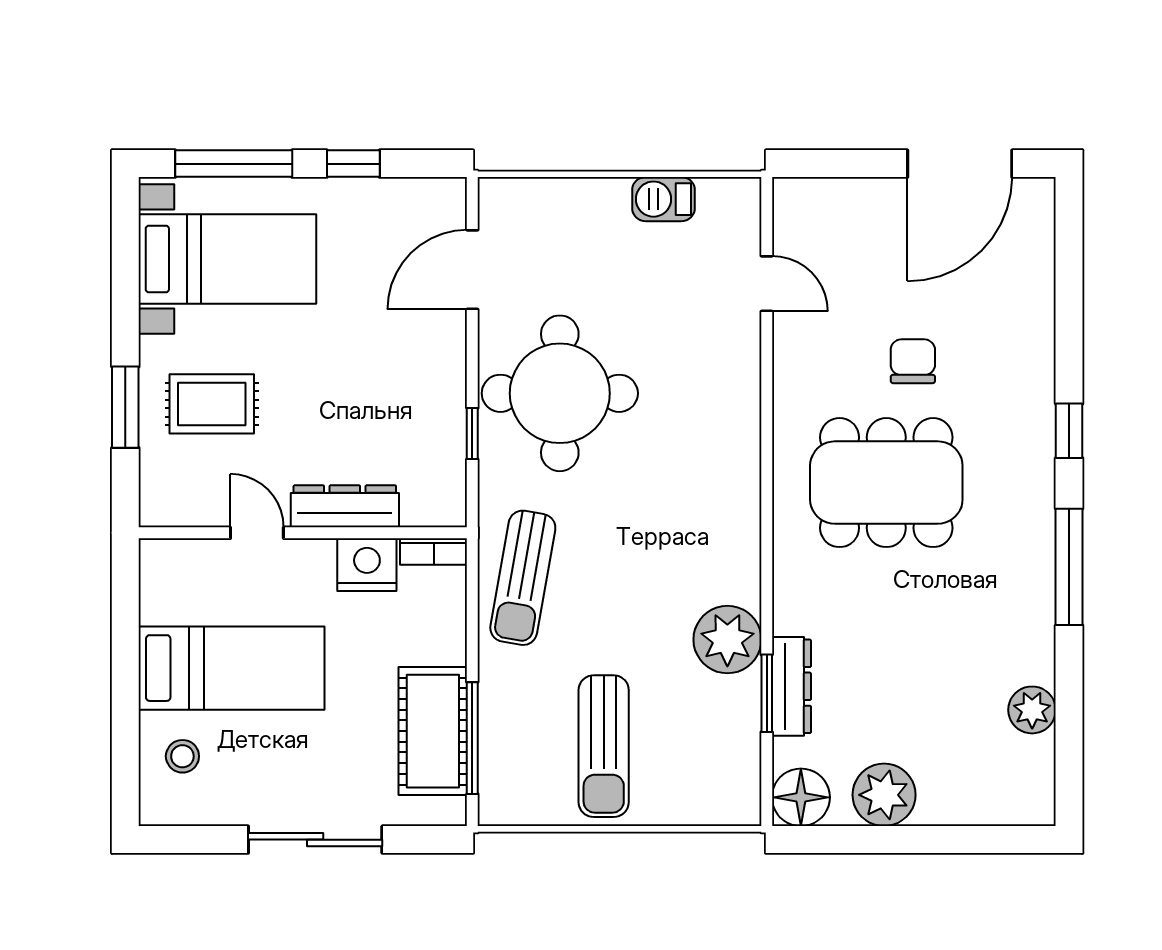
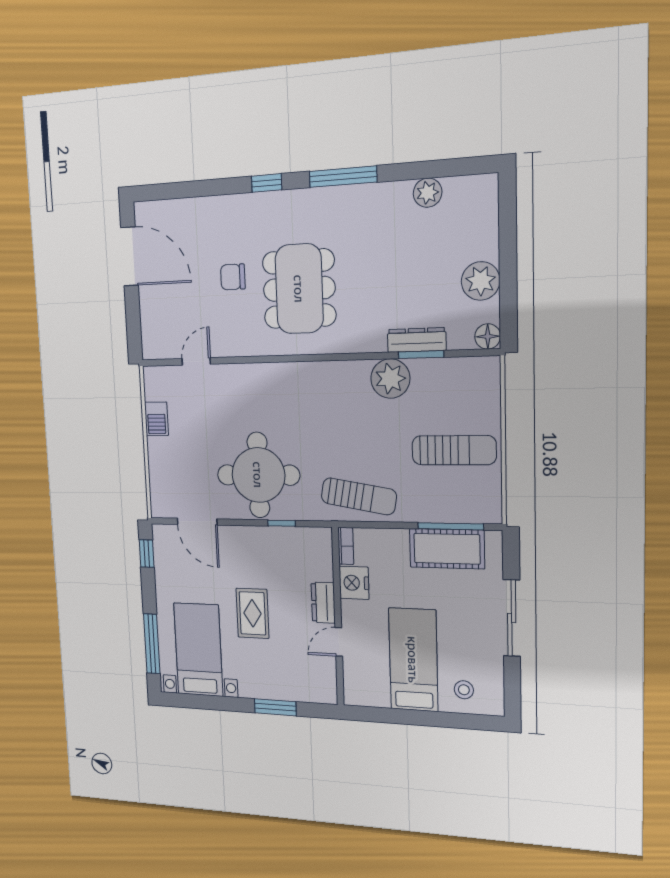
window: (353, 164) -> (147, 554), moved
rug: (212, 404) -> (252, 613), moved
dresser: (345, 506) -> (323, 603), width x0.70
floor lamp: (801, 797) -> (488, 336), width x0.73, depth x0.73

